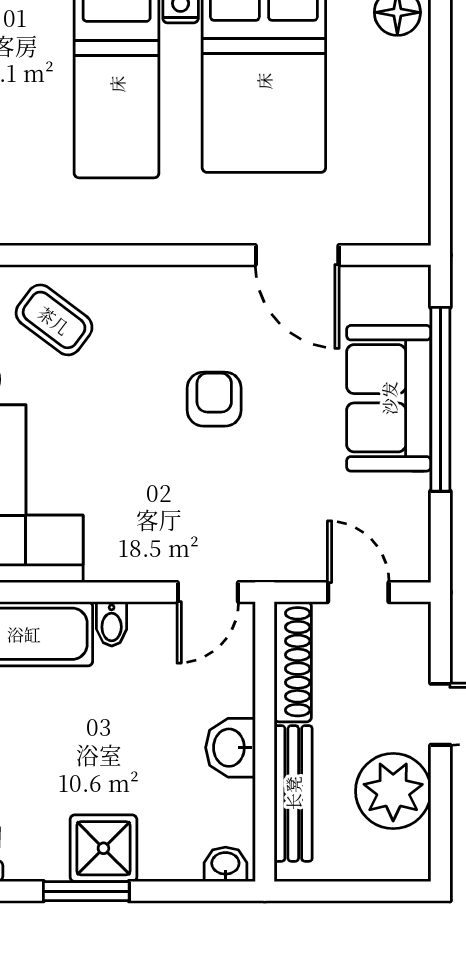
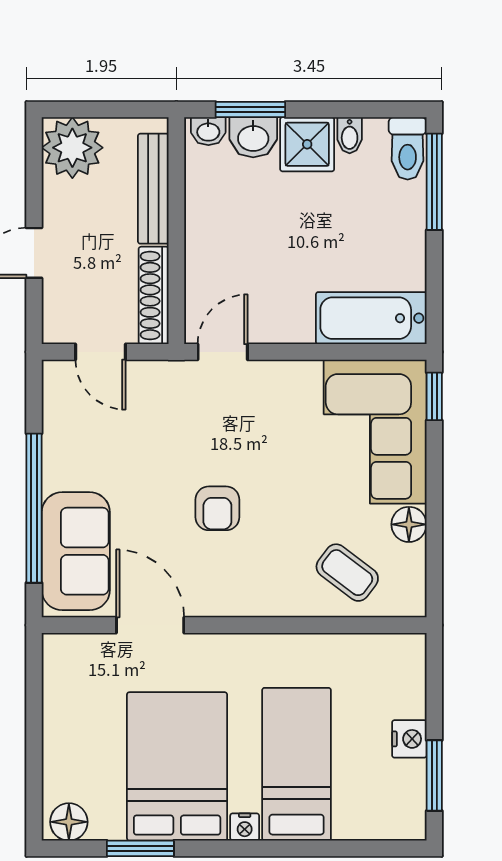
sofa: (389, 398) -> (76, 551), moved
bidet: (112, 624) -> (350, 135), moved, turned 180
washbasin: (230, 748) -> (253, 137), moved, turned 90
plant: (393, 791) -> (72, 148), moved
window: (86, 891) -> (250, 109), moved

